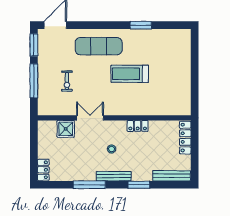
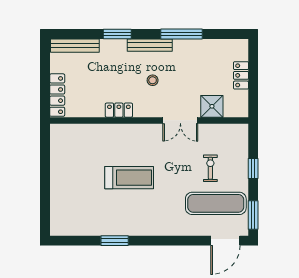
exercise mat: (99, 46) -> (216, 203), moved
window: (34, 81) -> (253, 168), width x0.46
locker: (43, 170) -> (241, 75), moved

